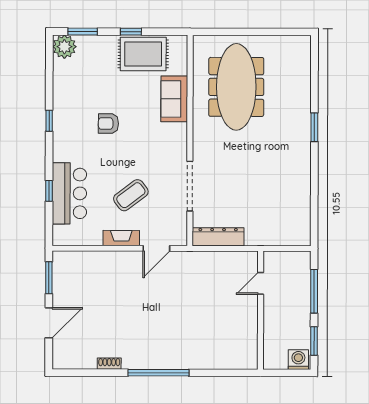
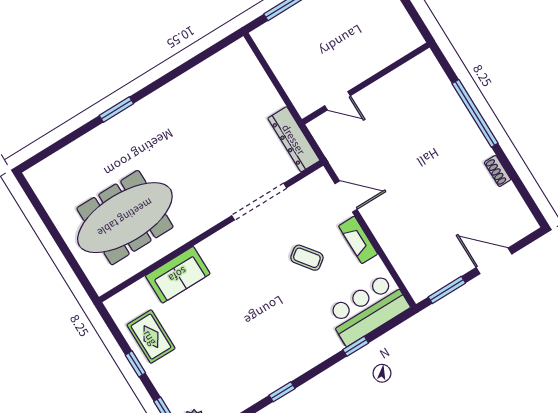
rug: (143, 54) -> (151, 337), width x0.73, depth x0.70
armchair: (108, 124) -> (246, 328), removed
bar counter: (69, 193) -> (368, 309), moved
coffee table: (131, 195) -> (307, 258), width x0.73, depth x0.77
door: (261, 283) -> (338, 101), moved
wall: (261, 310) -> (366, 83), moved

